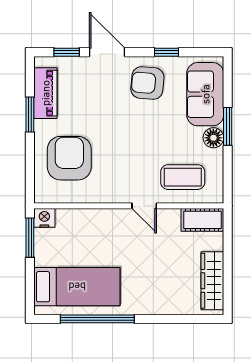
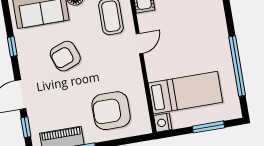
armchair: (147, 83) -> (65, 56), moved, turned 65
window: (30, 238) -> (208, 127), moved
bed: (77, 287) -> (185, 93), moved, turned 90

